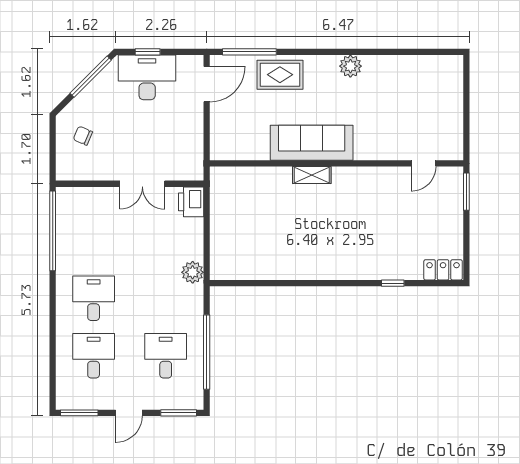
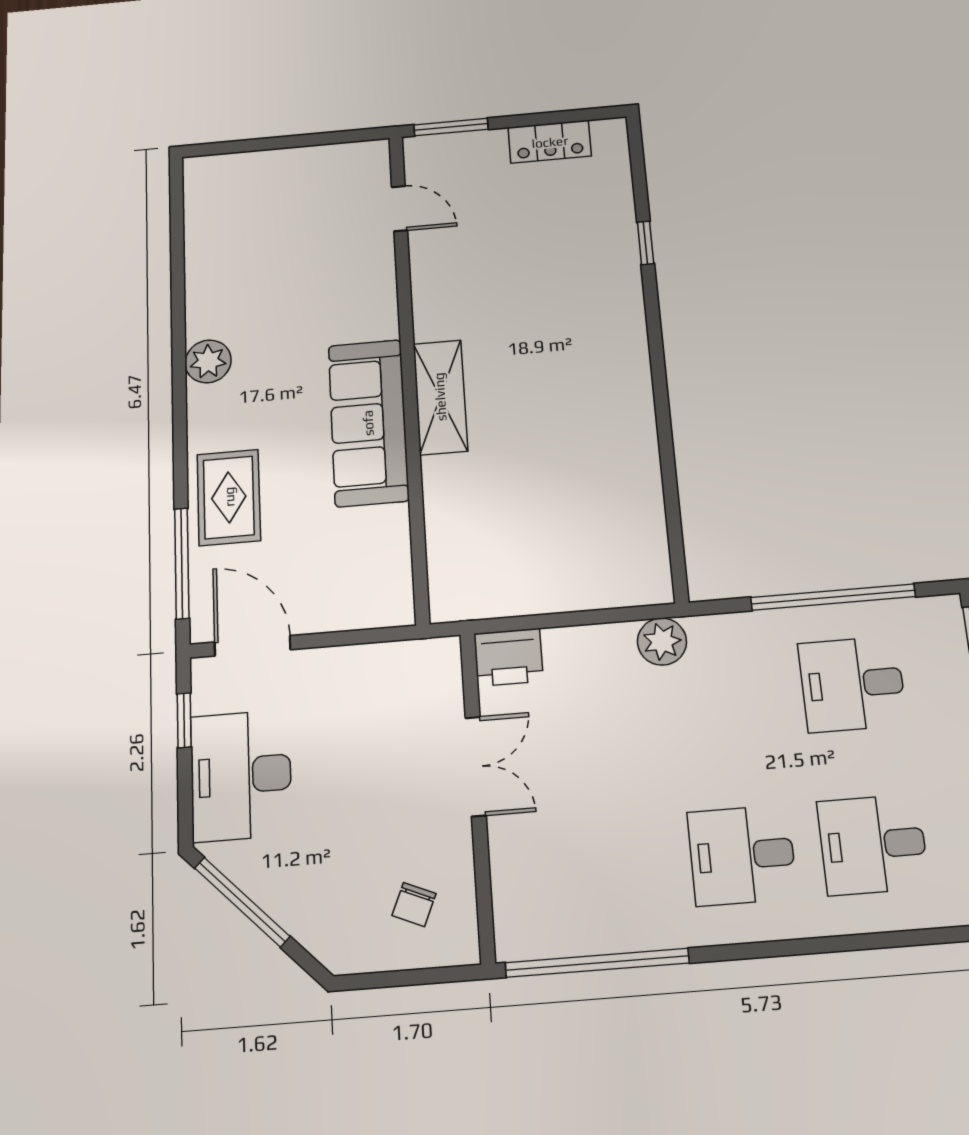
window: (148, 52) -> (184, 720), moved
chair: (83, 136) -> (414, 905), moved
shelving: (312, 175) -> (440, 397), width x1.50, depth x1.33
locker: (443, 270) -> (550, 142), moved, turned -90

